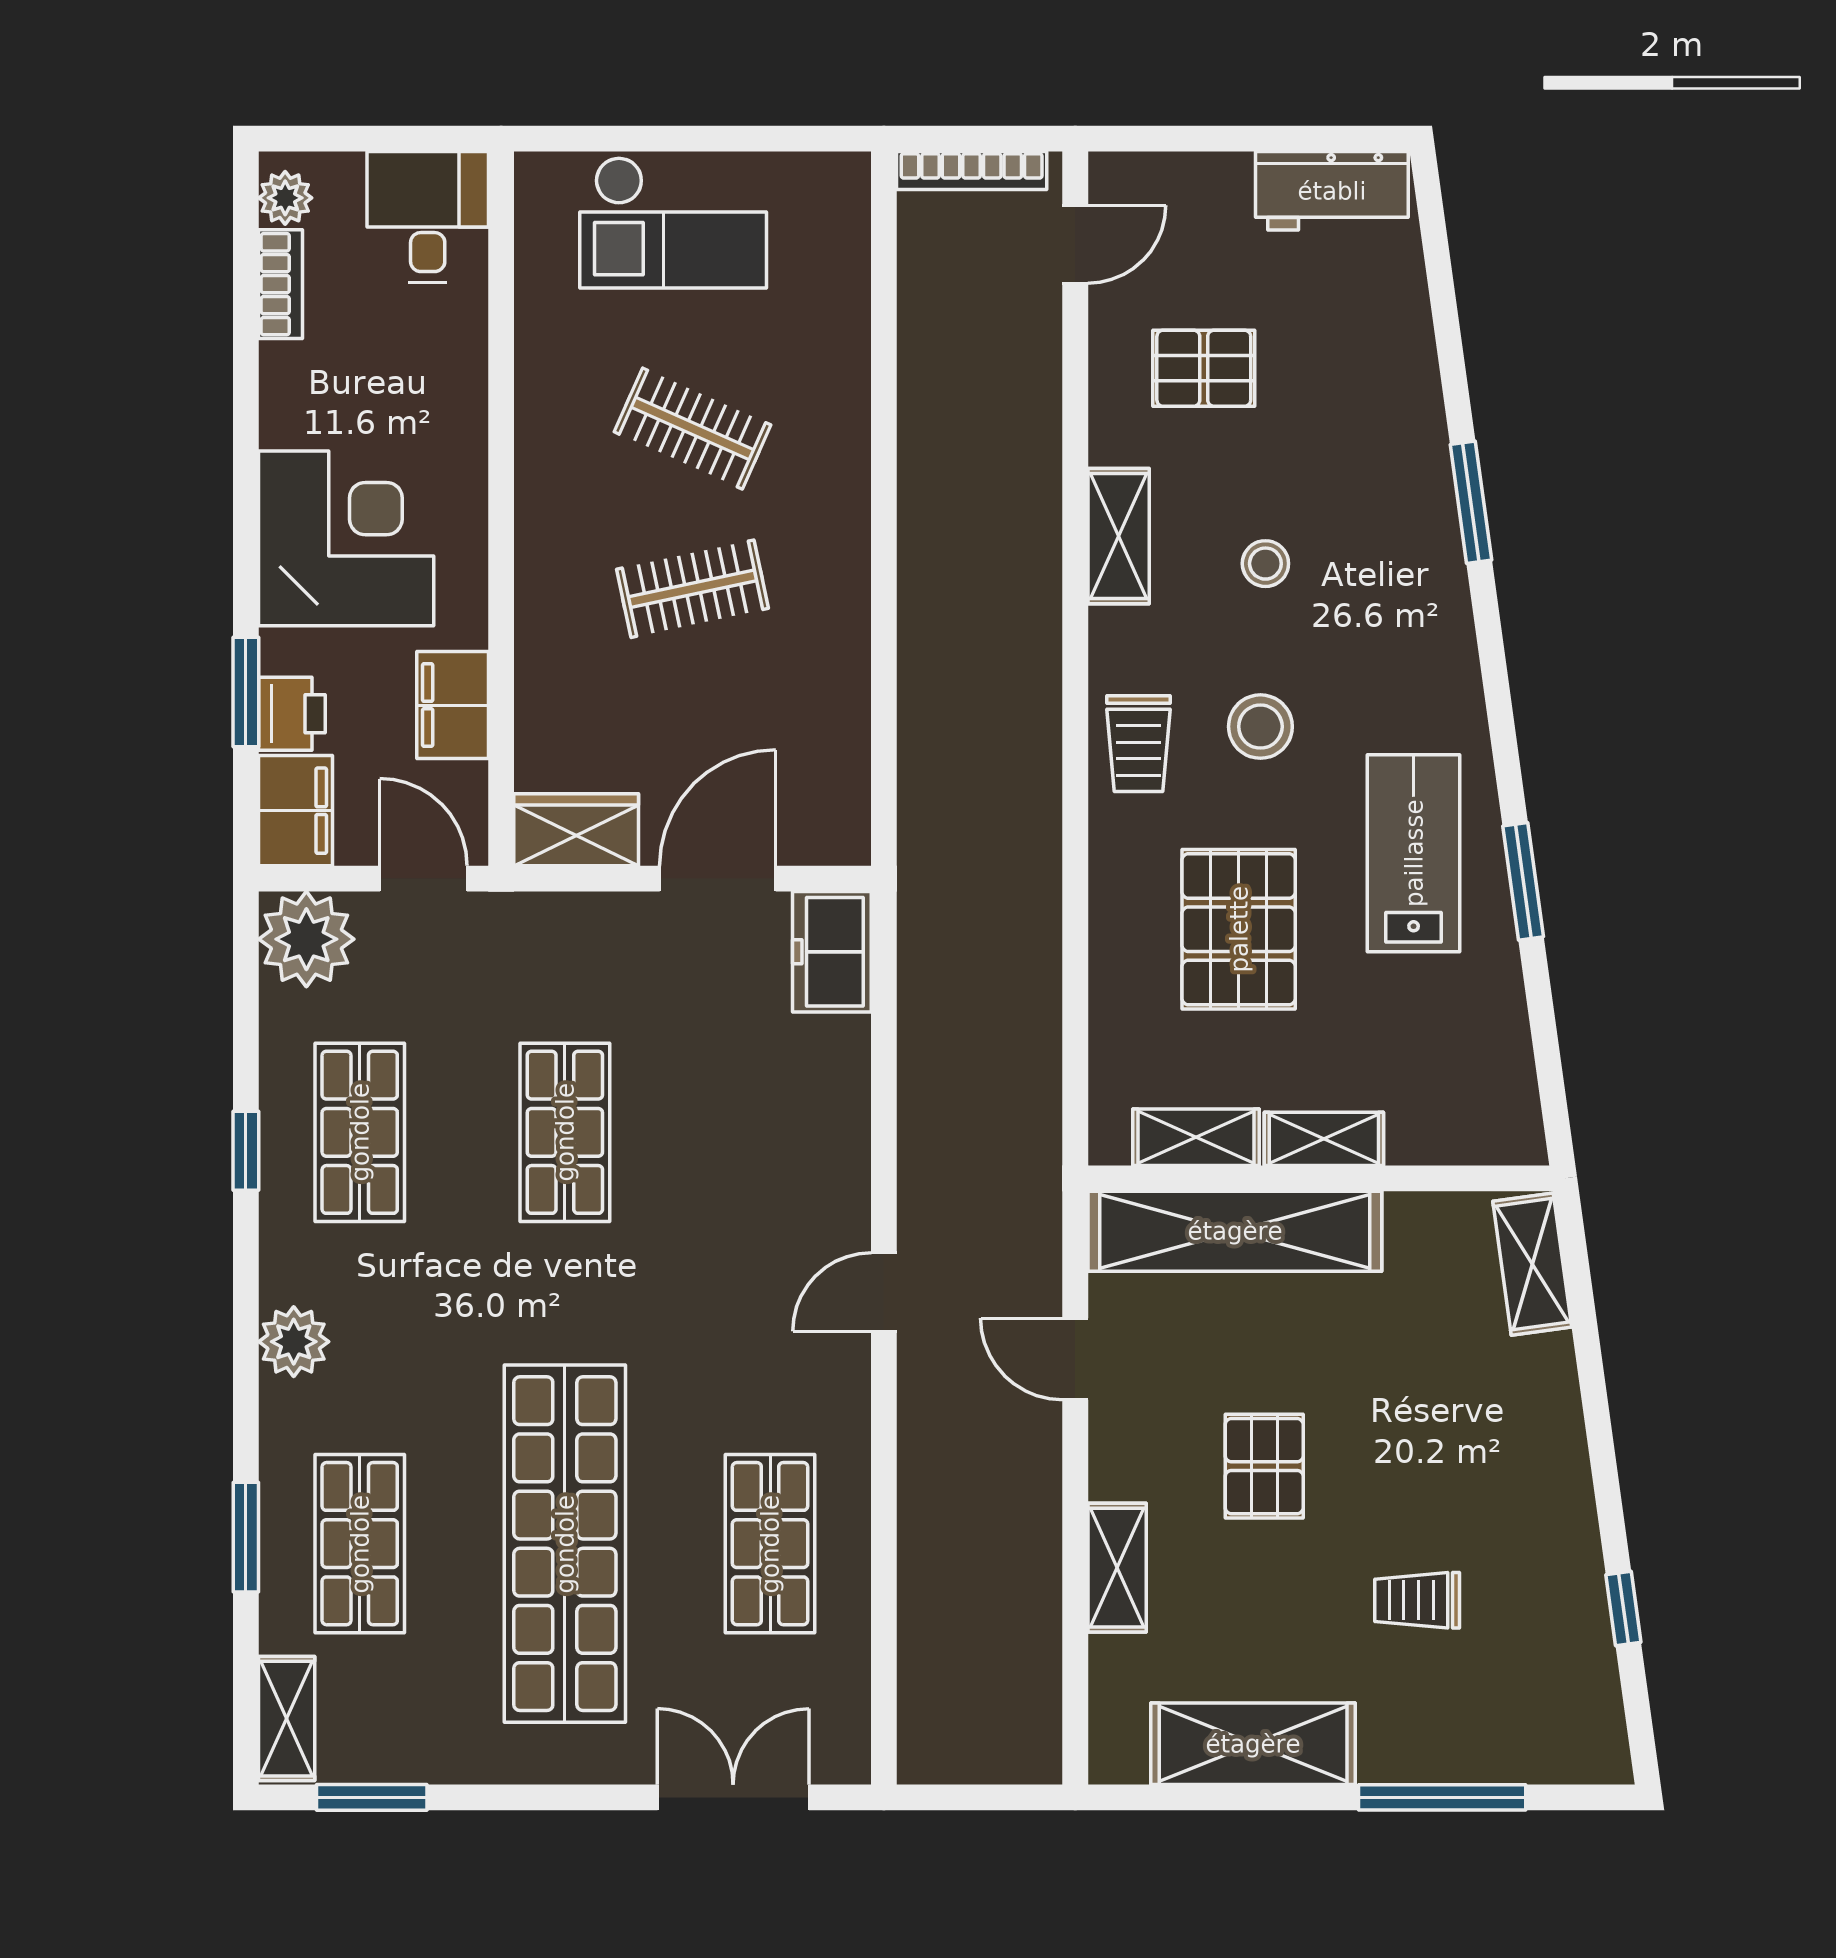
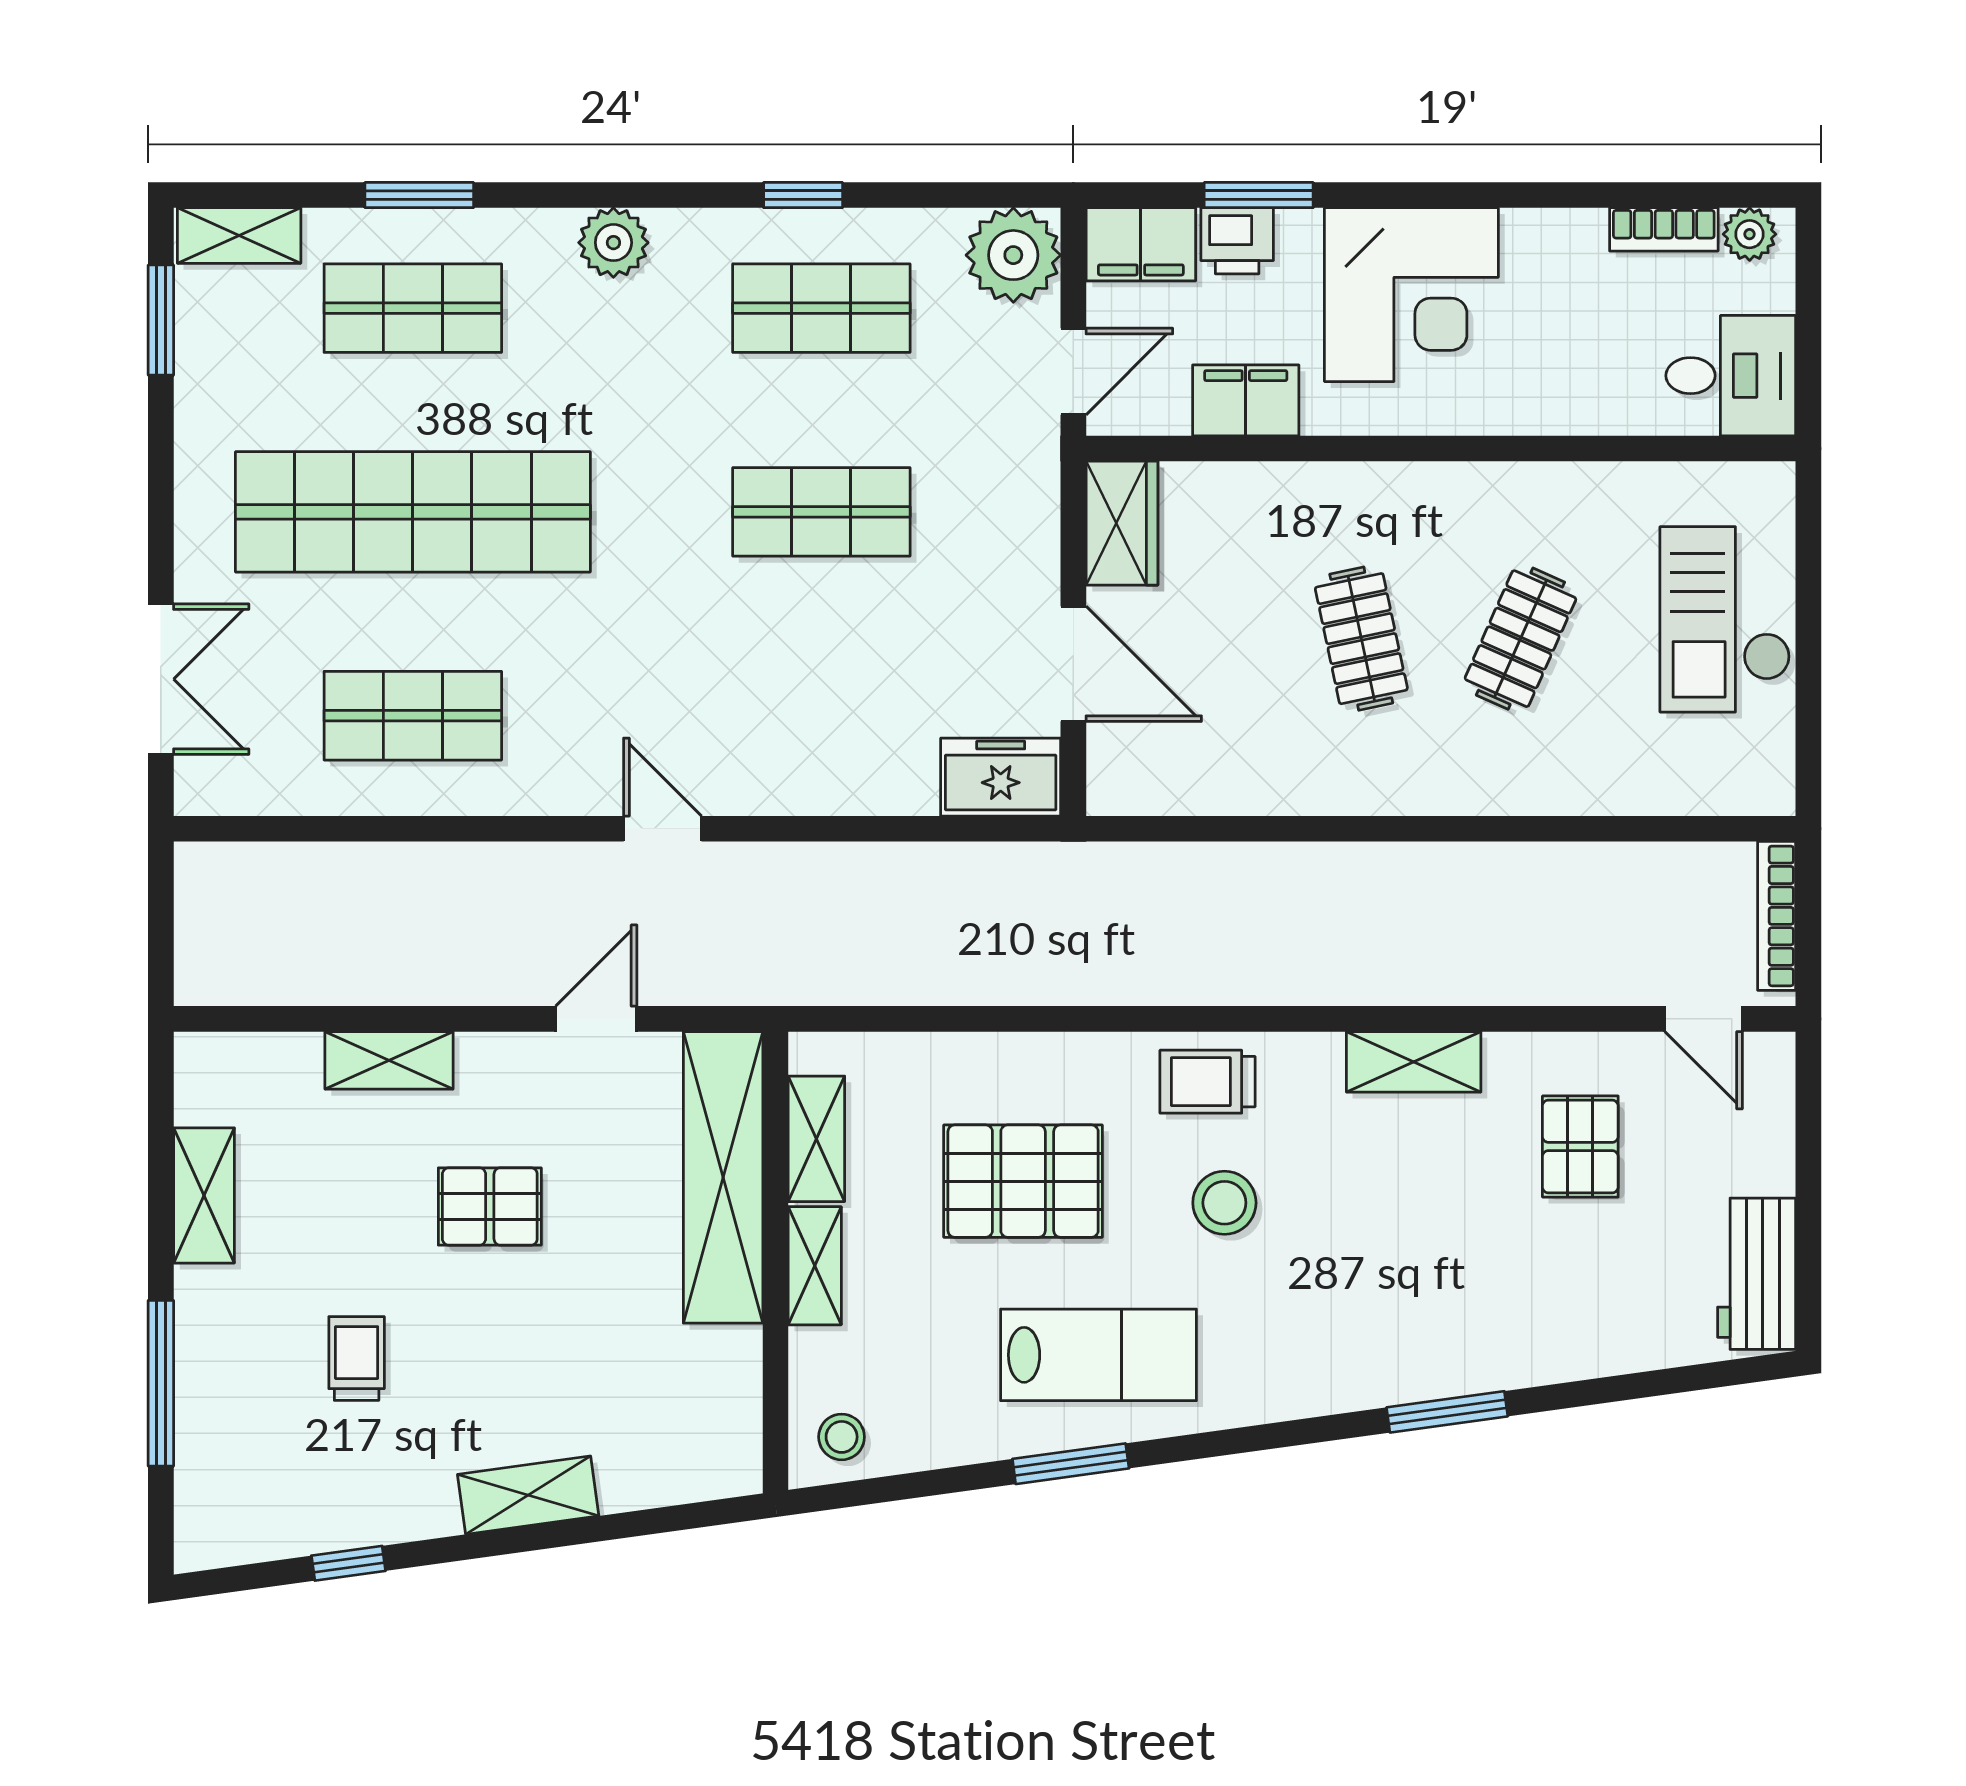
stool: (1265, 564) -> (842, 1437), moved
shelving: (1532, 1264) -> (528, 1495), moved
shelving: (1253, 1744) -> (204, 1195), width x0.67, depth x0.75

